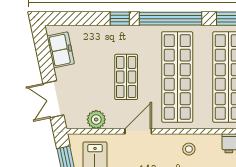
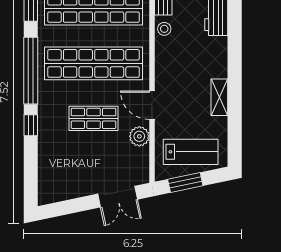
freezer: (61, 50) -> (64, 189), removed
plant: (96, 119) -> (139, 136), moved
stool: (189, 149) -> (164, 29), moved

